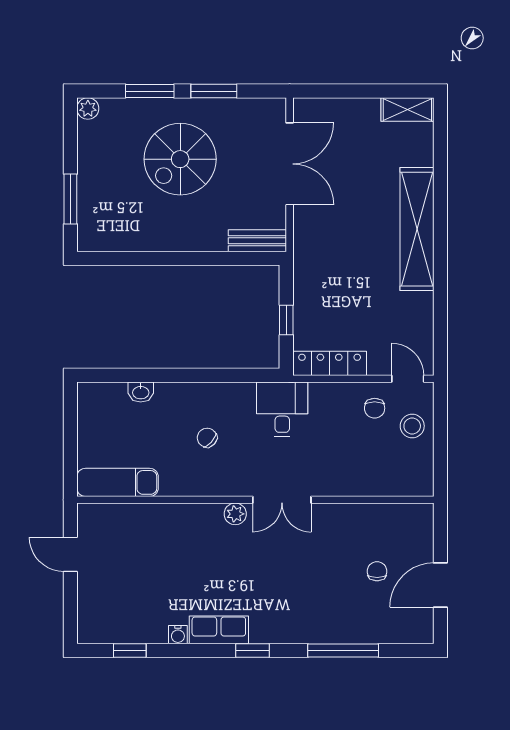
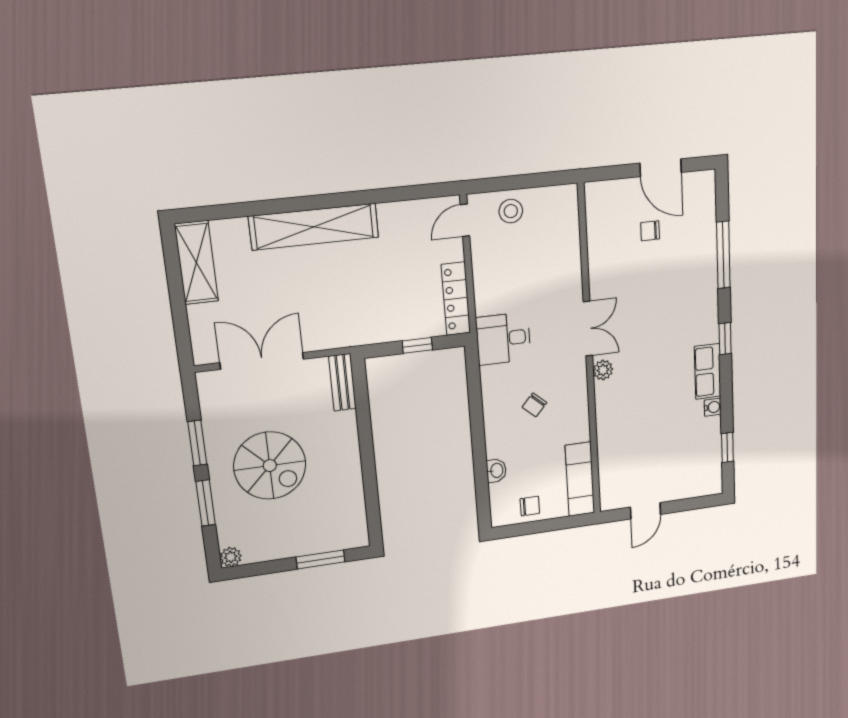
shelving: (407, 109) -> (196, 263), width x1.50, depth x1.33
chair: (375, 408) -> (530, 506), moved

